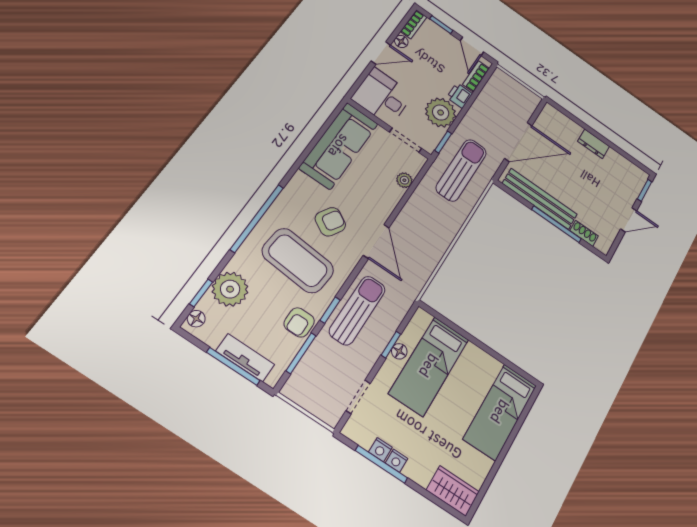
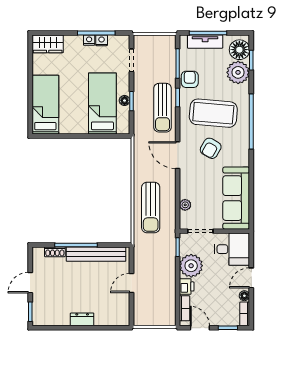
door: (518, 142) -> (132, 283), width x0.53
sun lounger: (461, 170) -> (151, 208), moved
floor lamp: (196, 319) -> (239, 50), width x1.89, depth x1.89

